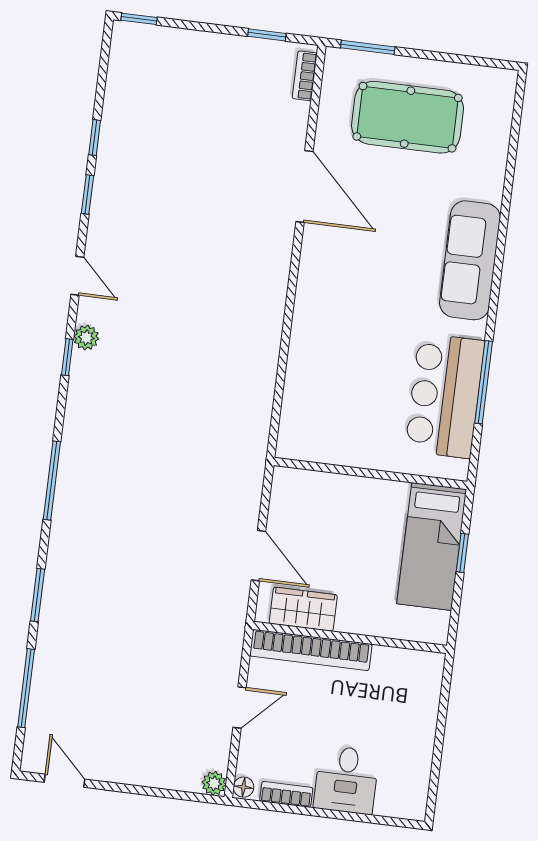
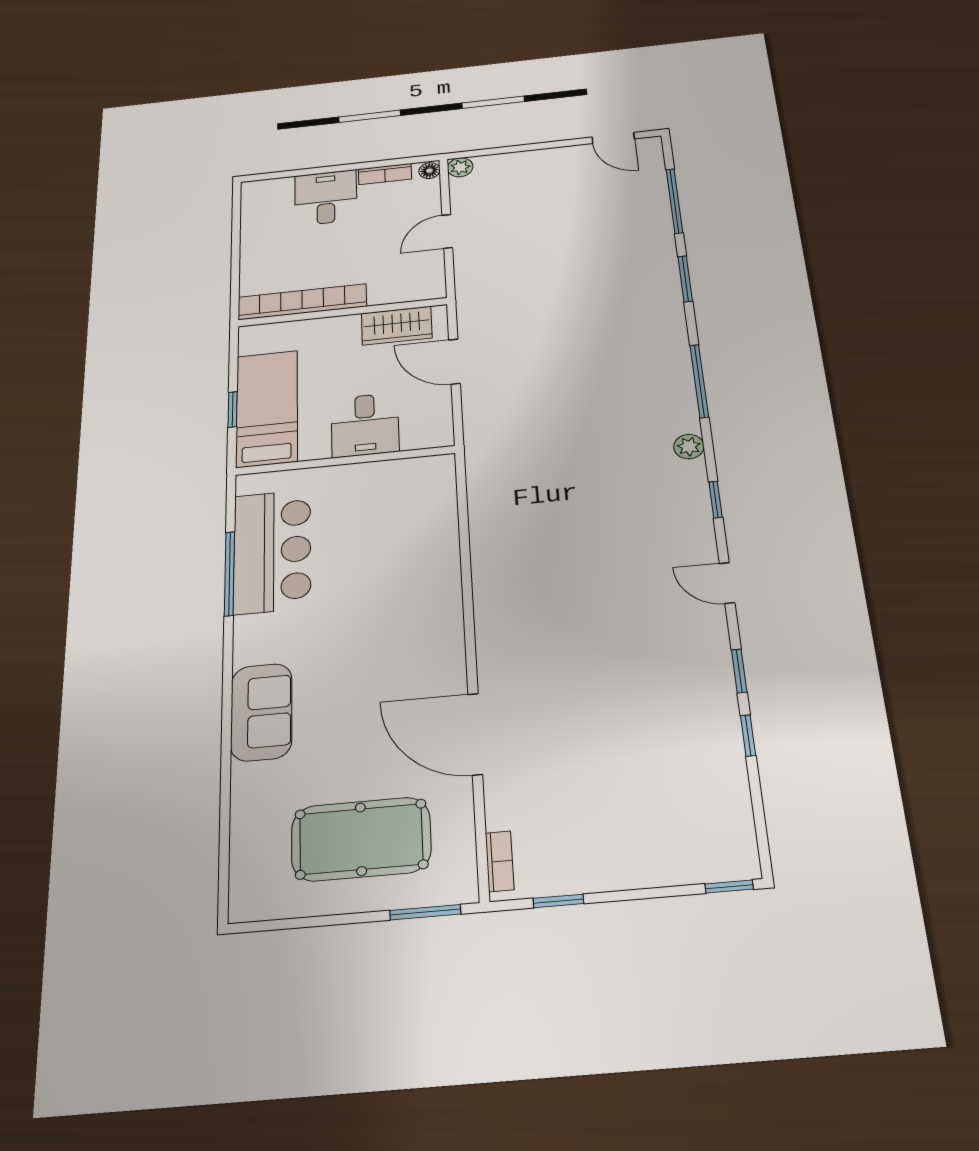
sofa: (470, 260) -> (261, 712), width x0.73
plant: (86, 338) -> (689, 447), moved
desk: (348, 507) -> (365, 425), added
bookcase: (311, 650) -> (302, 302), moved

